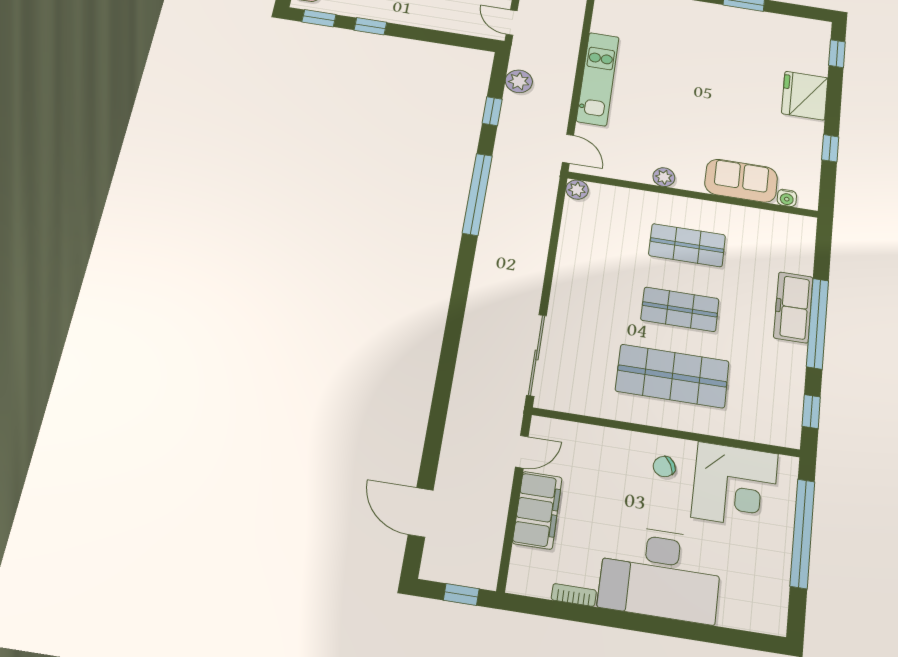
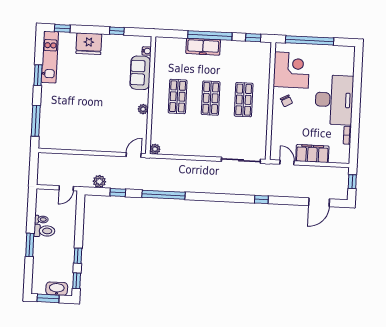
kitchen unit: (598, 79) -> (50, 57), moved, turned 90
shop shelf: (672, 376) -> (244, 100), width x0.70, depth x0.74
window: (443, 388) -> (261, 200), added

